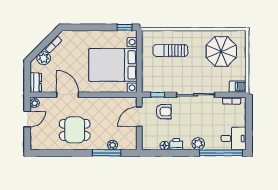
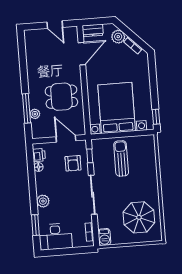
sun lounger: (170, 50) -> (121, 158), moved
door: (68, 95) -> (82, 54), moved
plant: (35, 103) -> (72, 31), removed
dining table: (75, 130) -> (61, 97), moved, turned 90
desk: (234, 138) -> (55, 237), width x1.37
printer: (176, 144) -> (39, 155), moved
window: (221, 153) -> (35, 225), width x0.47

